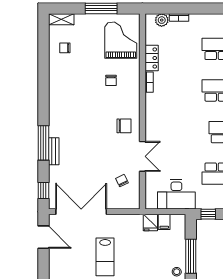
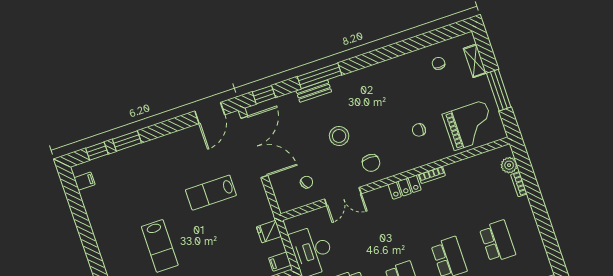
shelving: (61, 19) -> (475, 61), moved
locker: (152, 58) -> (405, 187), moved
stool: (95, 143) -> (339, 136), added
filing cabinet: (164, 222) -> (280, 262), moved

